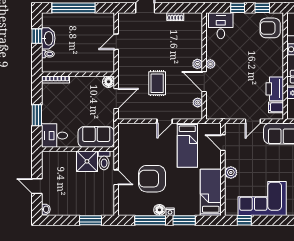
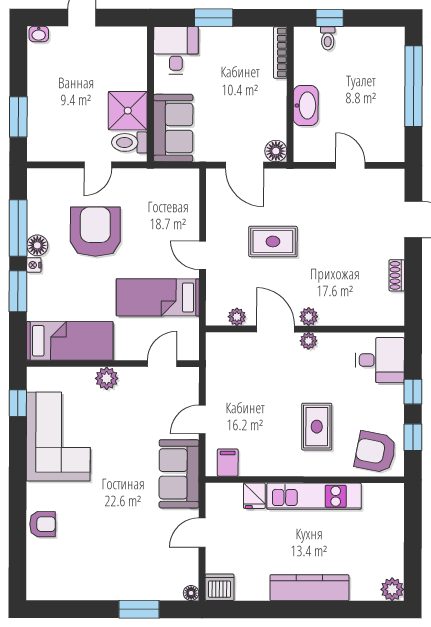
armchair: (270, 28) -> (375, 452), turned -79
window: (37, 36) -> (330, 18), moved
washbasin: (48, 38) -> (306, 106), moved, turned -90
rug: (257, 59) -> (317, 427), added
door: (204, 82) -> (276, 329), hinge flipped
printer: (275, 89) -> (262, 460), removed
door: (253, 121) -> (202, 419), hinge flipped

